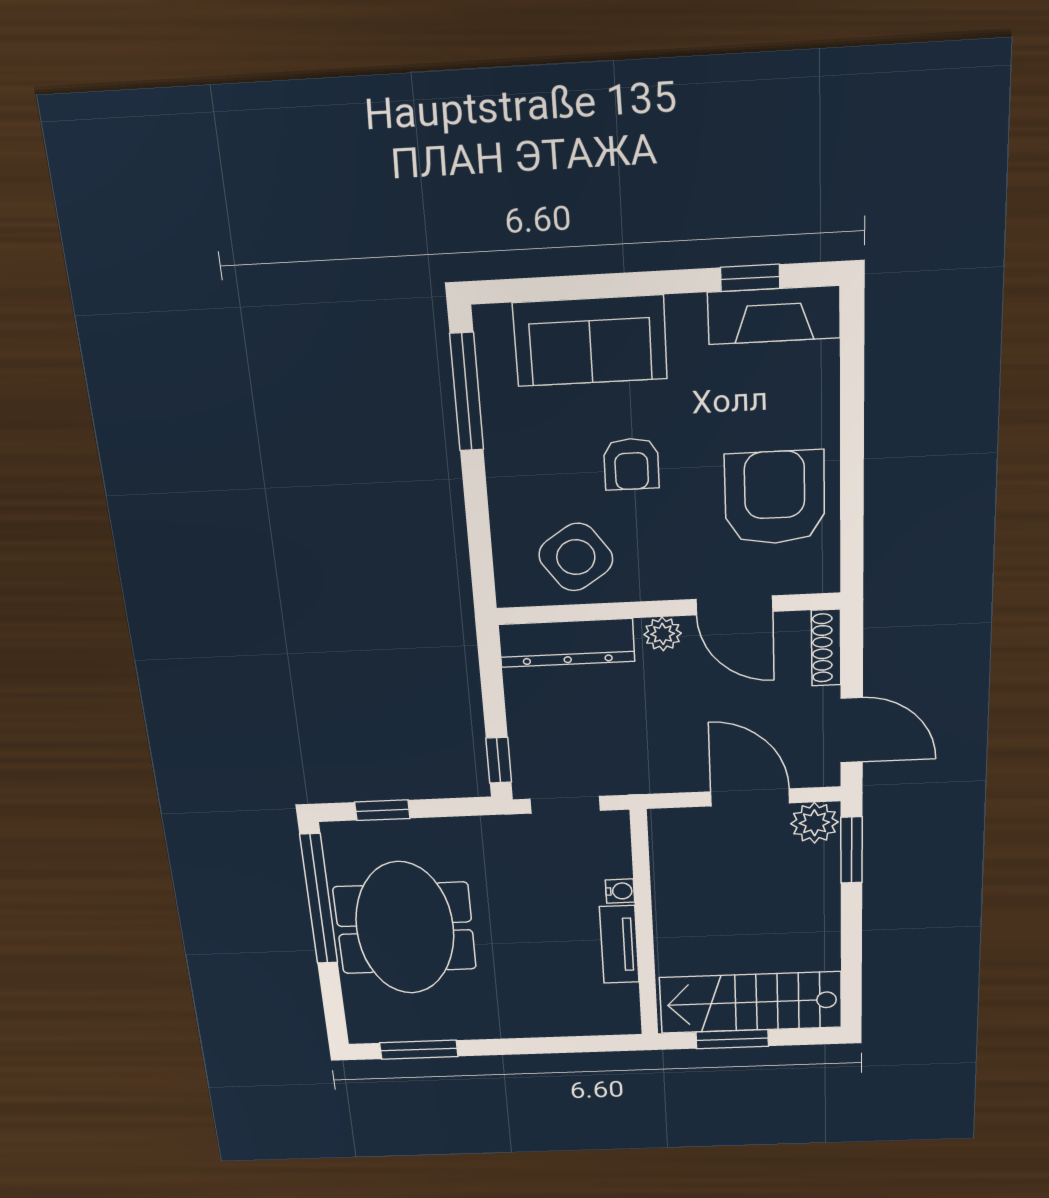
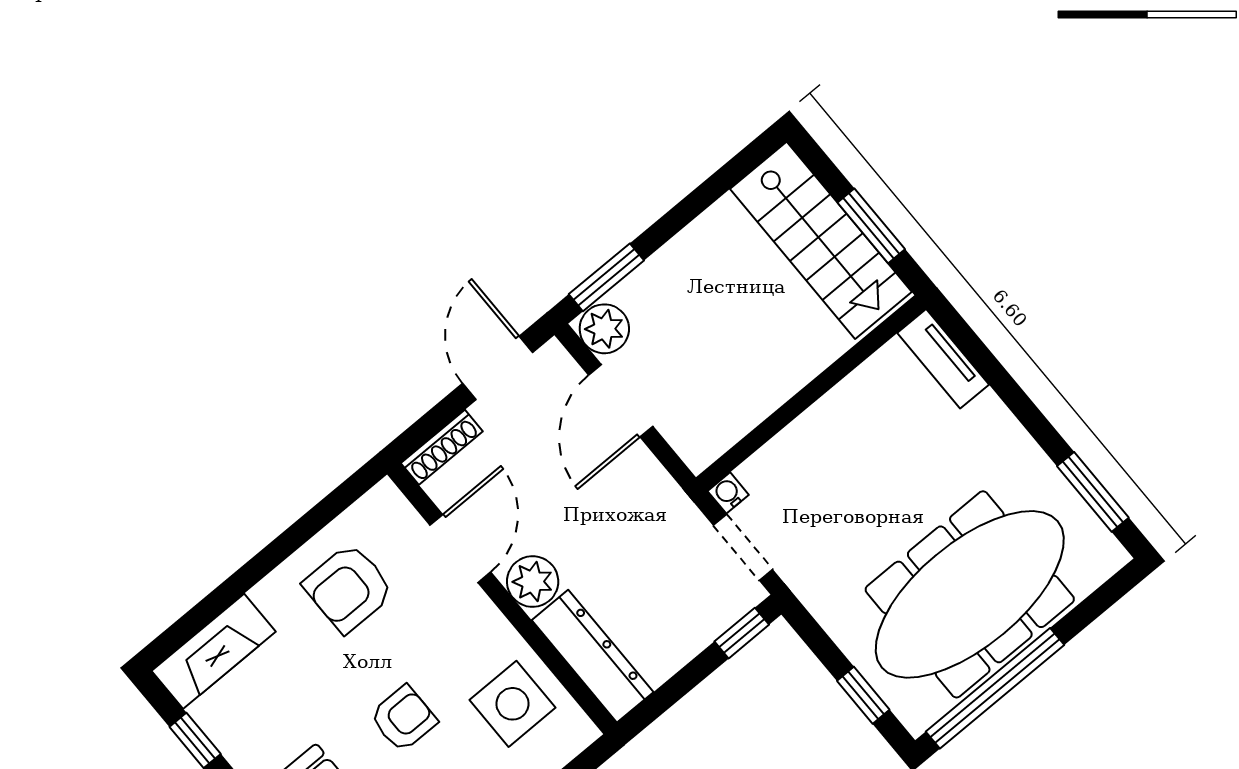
fireplace: (774, 315) -> (214, 651), moved, turned 90
armchair: (775, 498) -> (348, 588), width x0.73, depth x0.73
side table: (576, 557) -> (512, 704), turned 35
plant: (663, 634) -> (533, 582), width x1.38, depth x1.38
water cooler: (620, 891) -> (728, 493), moved
meeting table: (405, 928) -> (970, 594), width x1.36
tv unit: (619, 945) -> (943, 359), moved, turned 90

